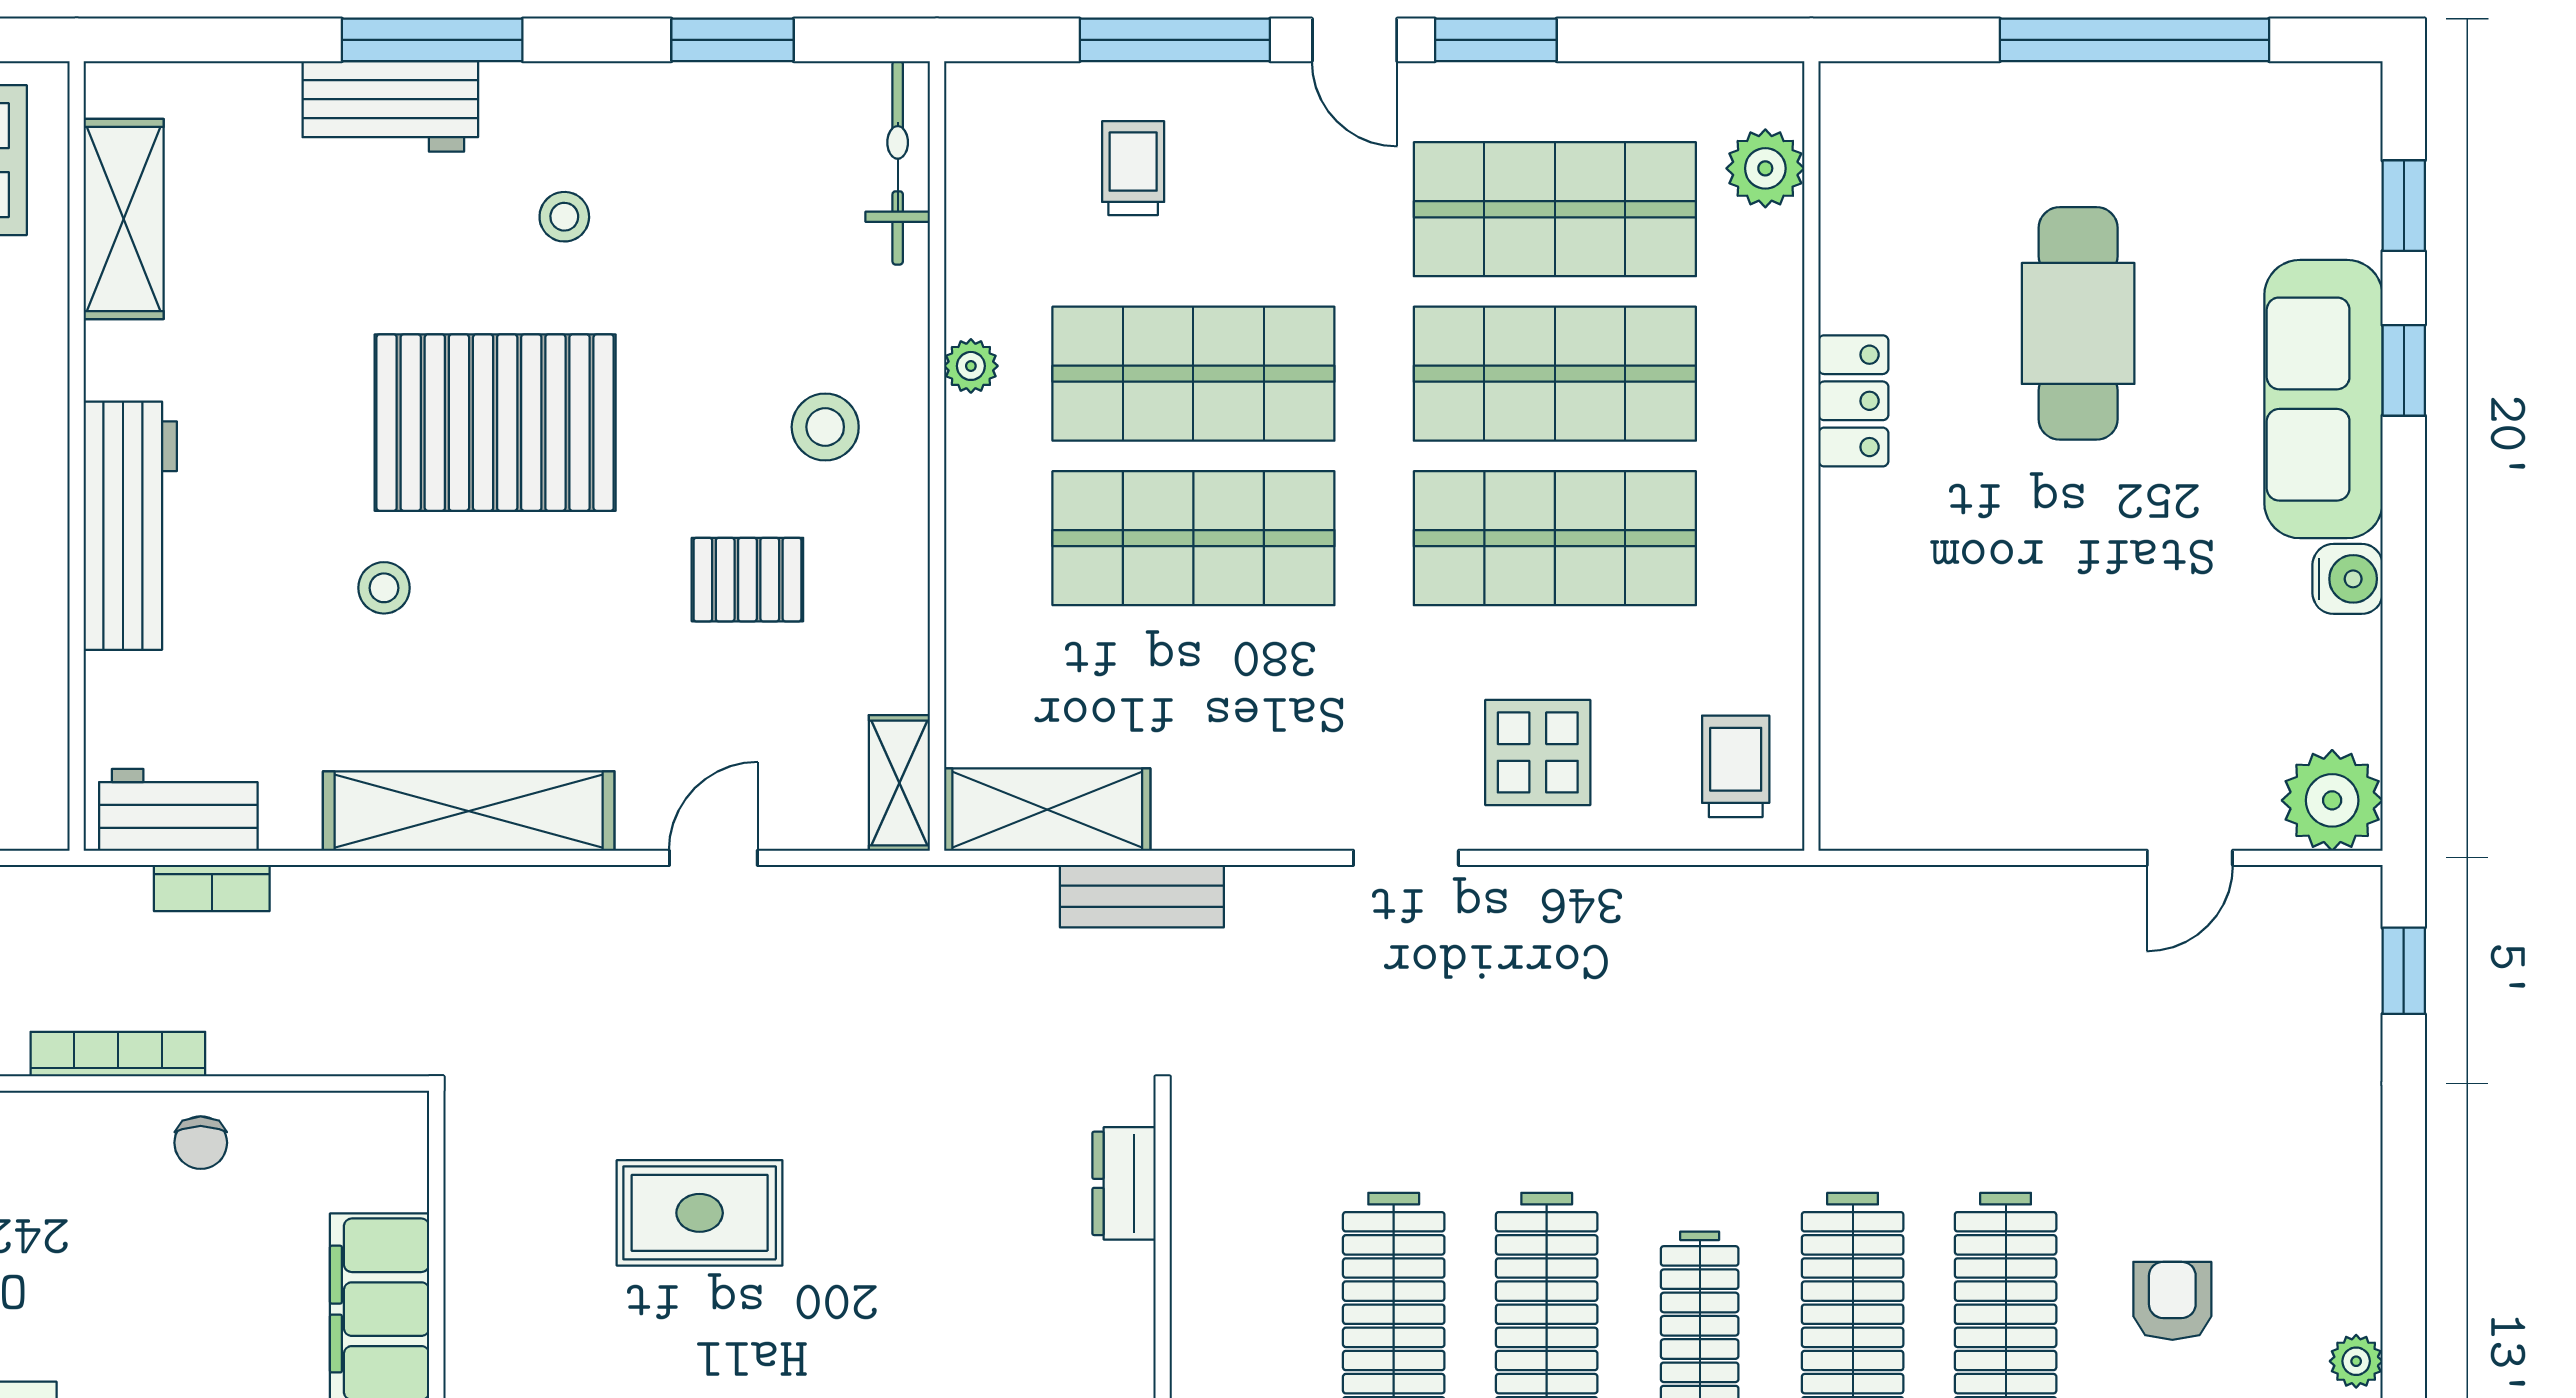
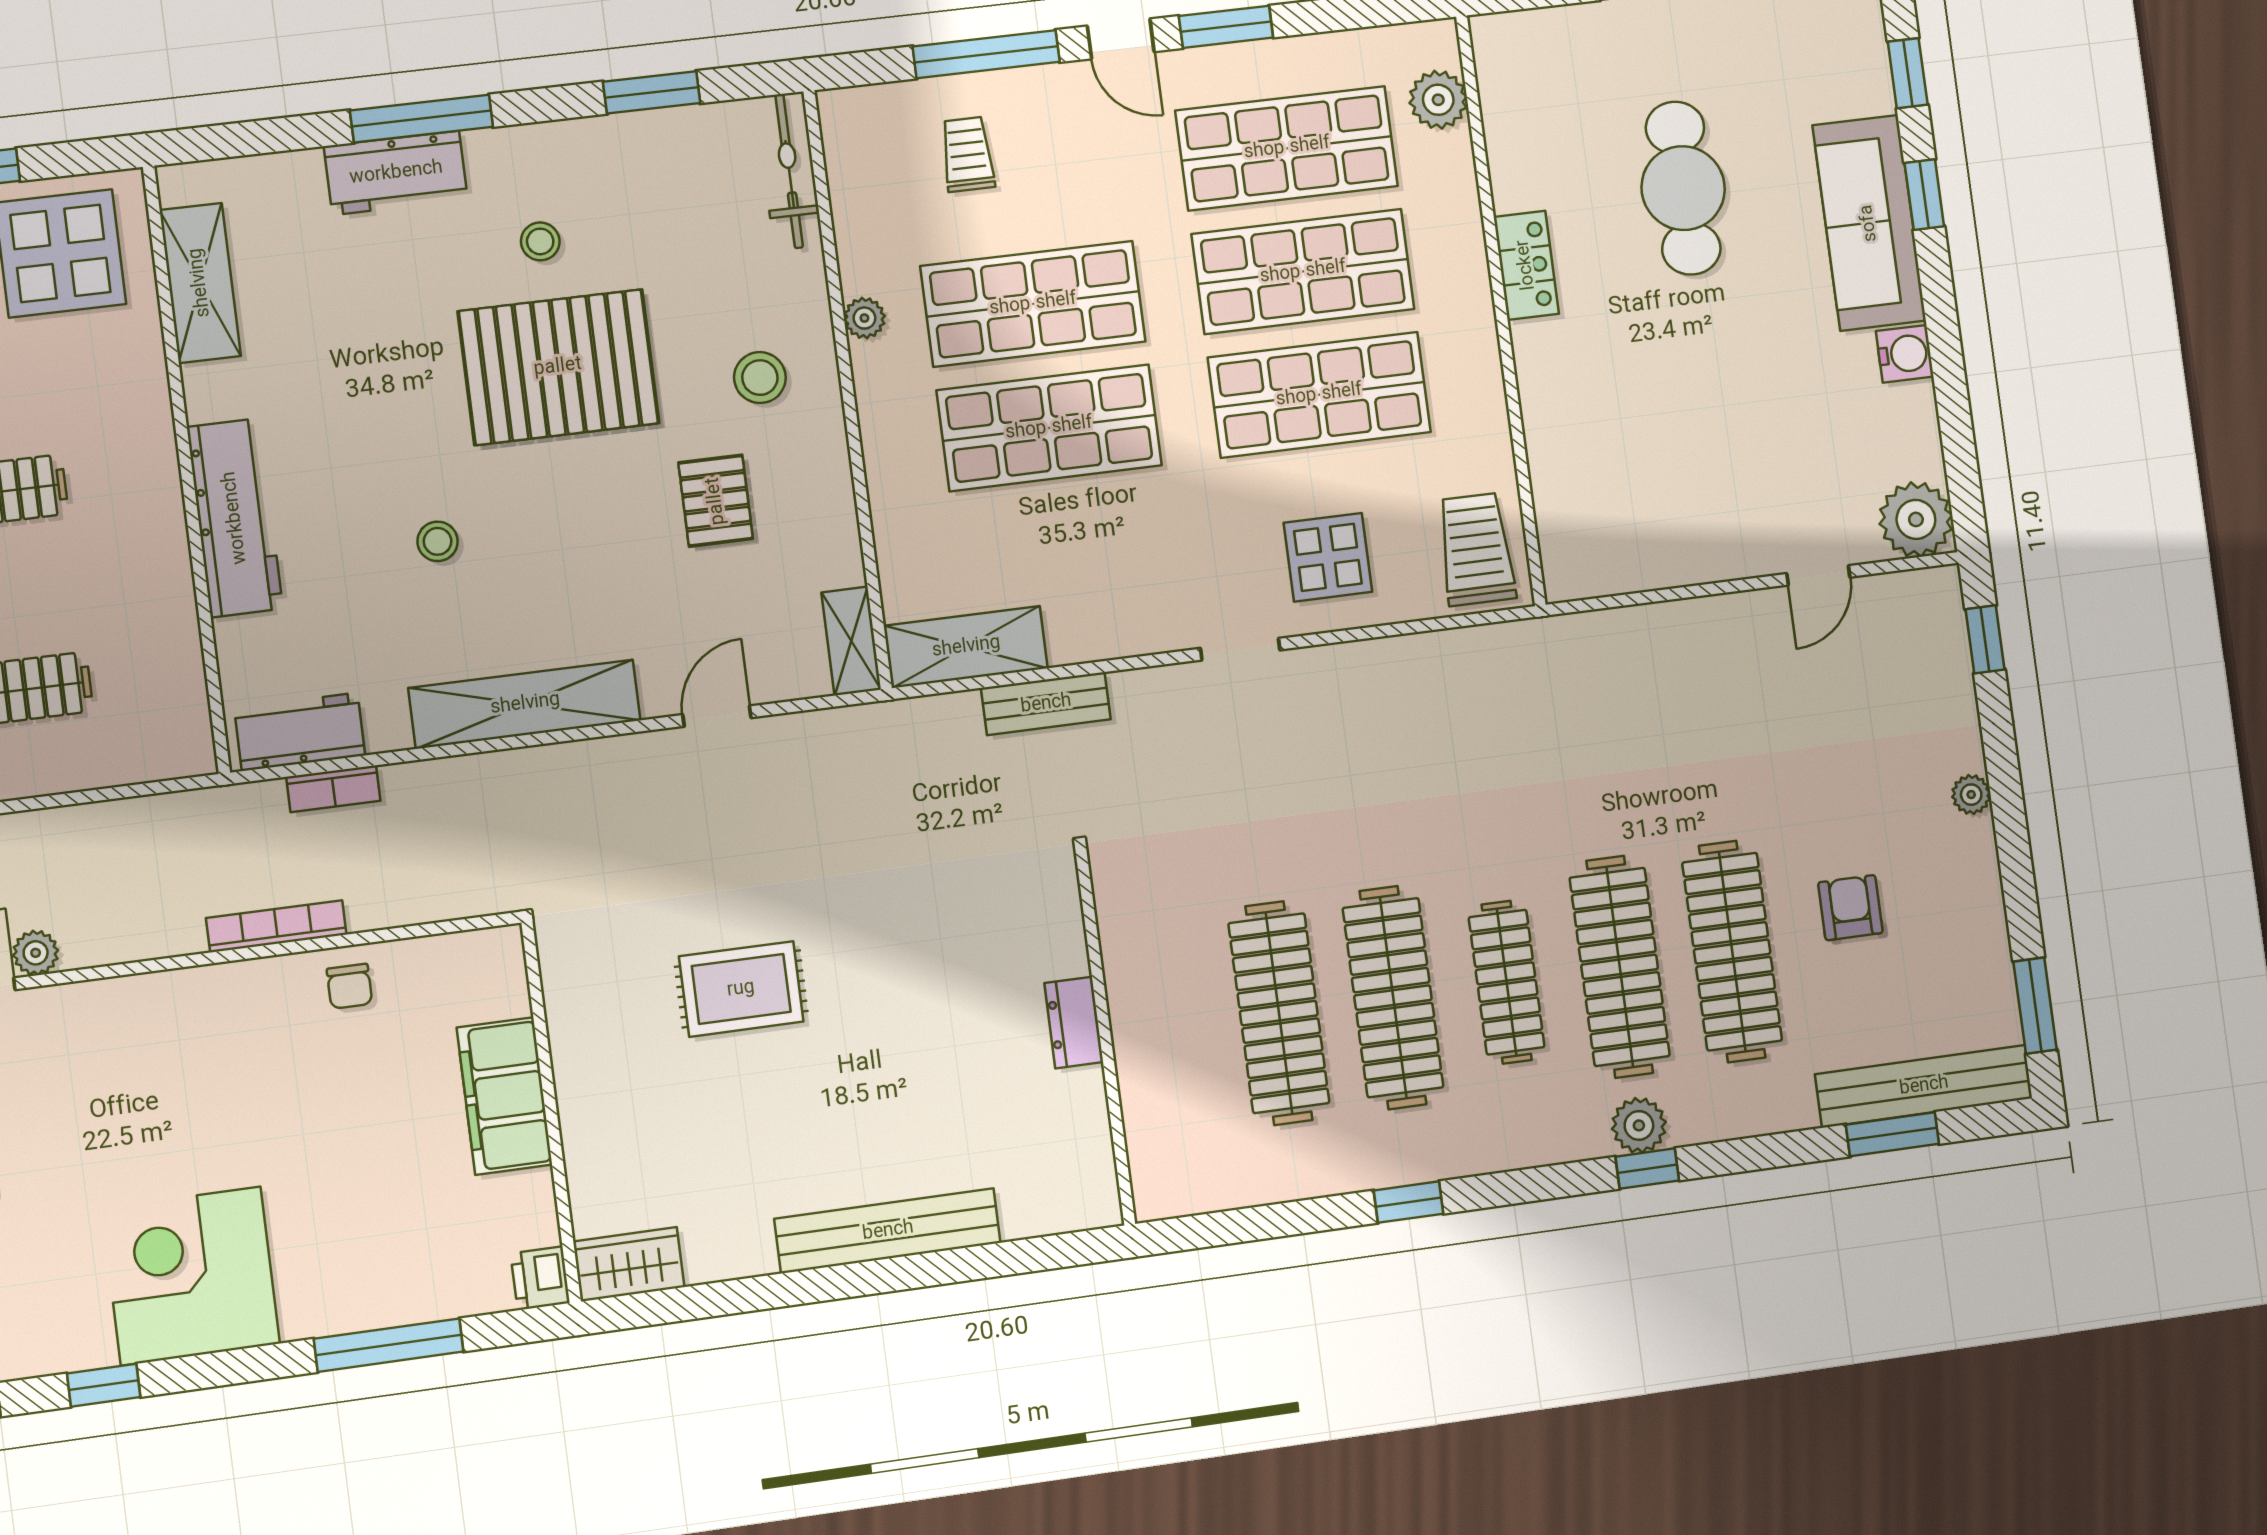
pallet: (495, 423) -> (558, 367), moved
pallet: (747, 580) -> (716, 501), turned 90
trolley: (1736, 766) -> (1476, 549), width x1.36, depth x1.39
dresser: (1124, 1183) -> (1074, 1023), moved
plant: (2356, 1361) -> (1971, 795), moved

